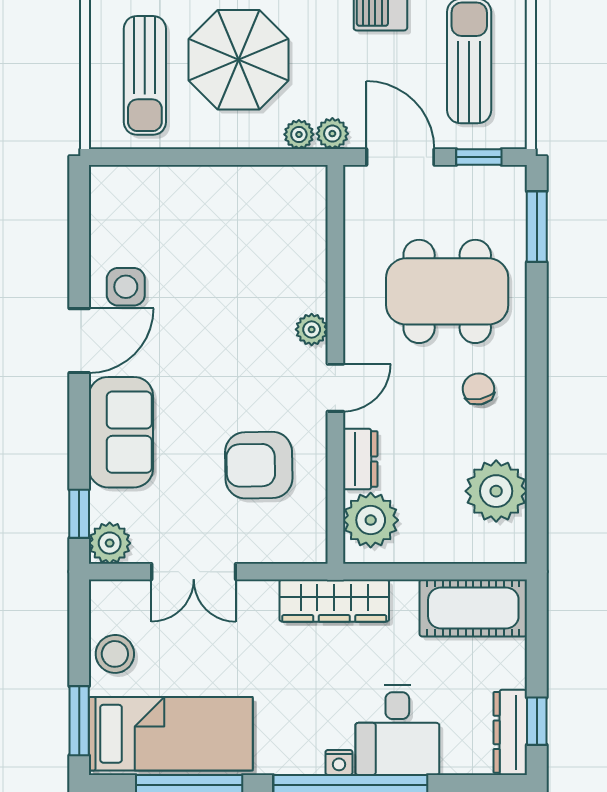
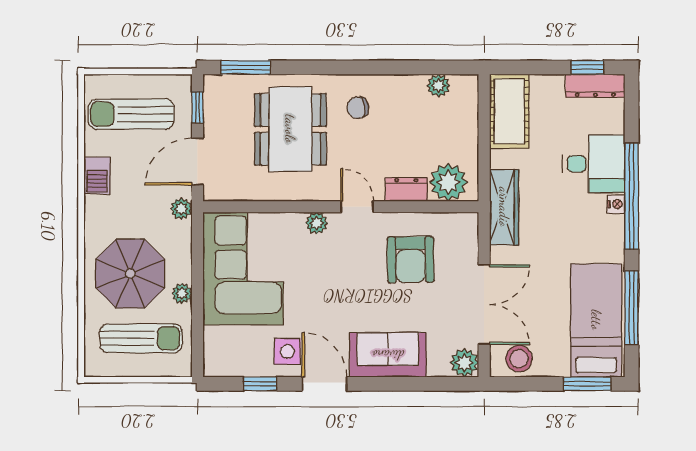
plant: (299, 134) -> (182, 293), moved
corner sofa: (246, 223) -> (243, 268), added
plant: (496, 491) -> (438, 86), width x0.53, depth x0.53
window: (79, 514) -> (260, 384), moved
double door: (194, 572) -> (484, 305), width x1.37
stool: (115, 654) -> (519, 359), moved

